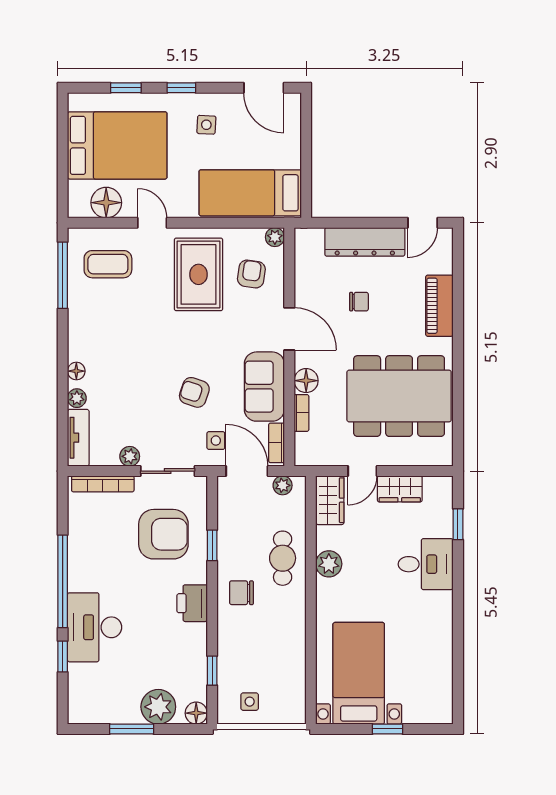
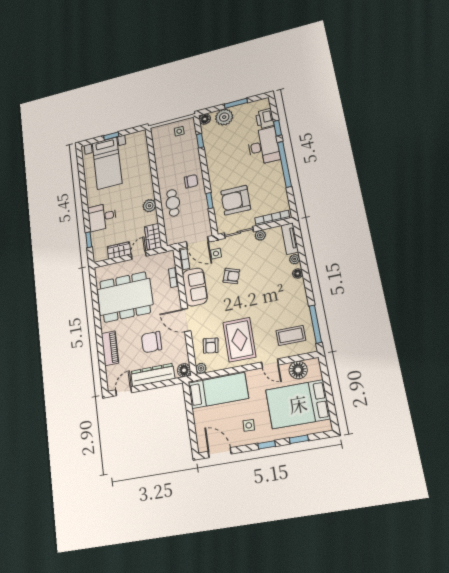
chair: (359, 302) -> (152, 342), width x1.87, depth x1.87
floor lamp: (306, 381) -> (184, 370), moved
plant: (283, 485) -> (178, 239), removed
printer: (192, 603) -> (265, 119), moved, turned 180
bed with nightstands: (359, 673) -> (107, 163), moved

